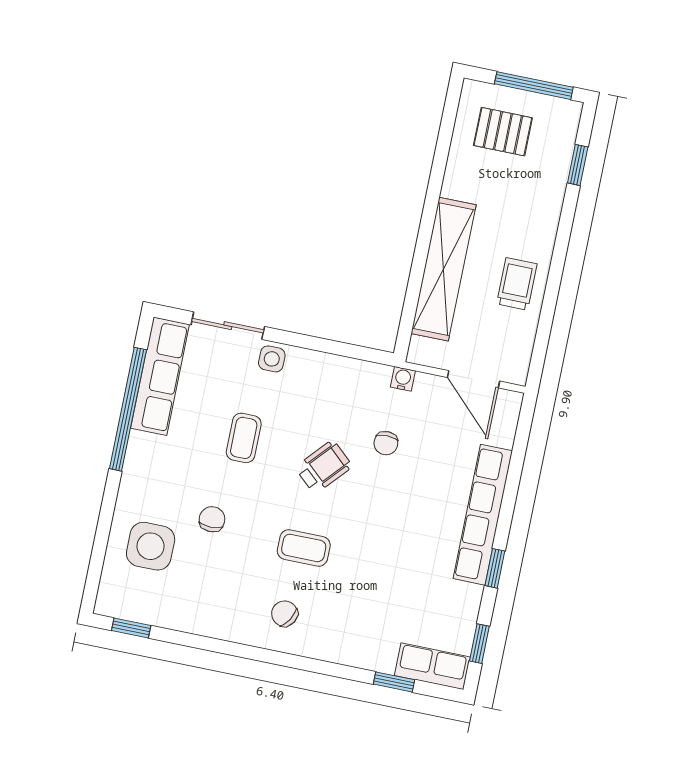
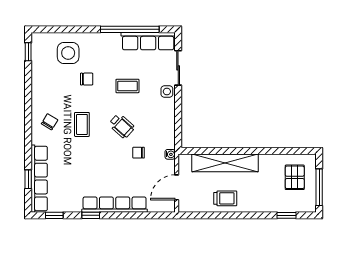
row of seats: (432, 666) -> (39, 179), width x2.02

